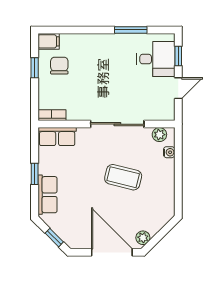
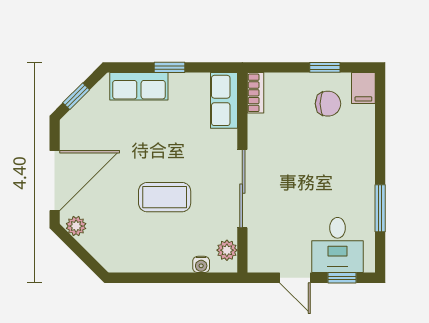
coffee table: (123, 177) -> (165, 197), turned 76

